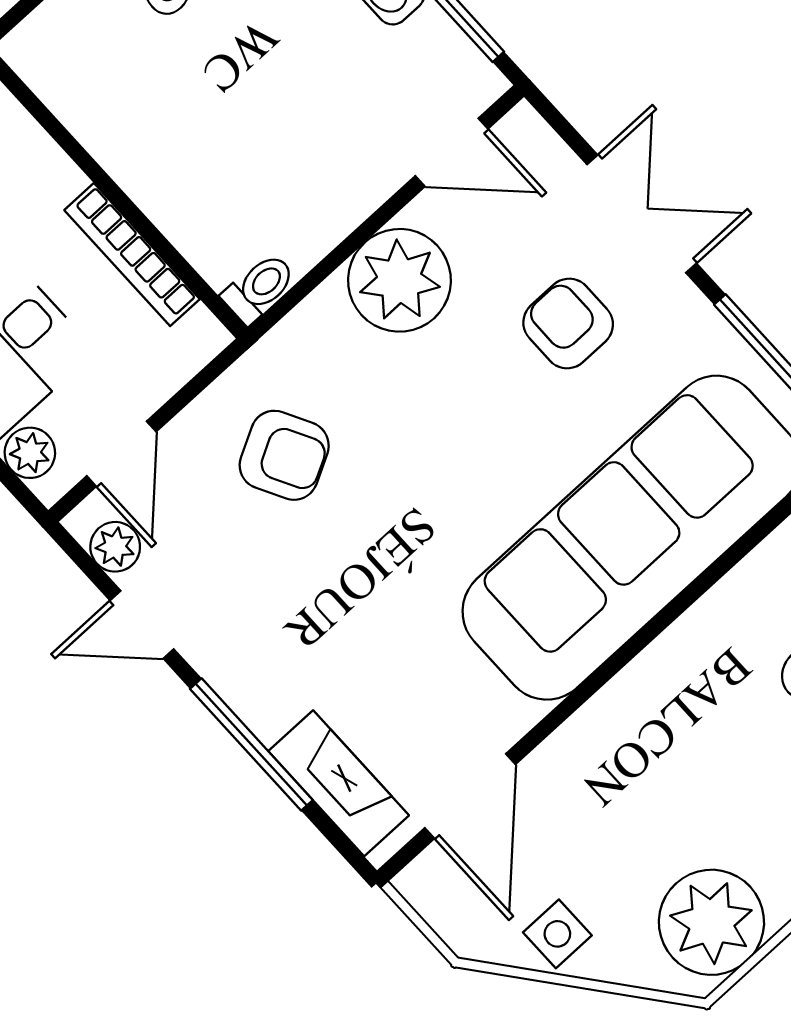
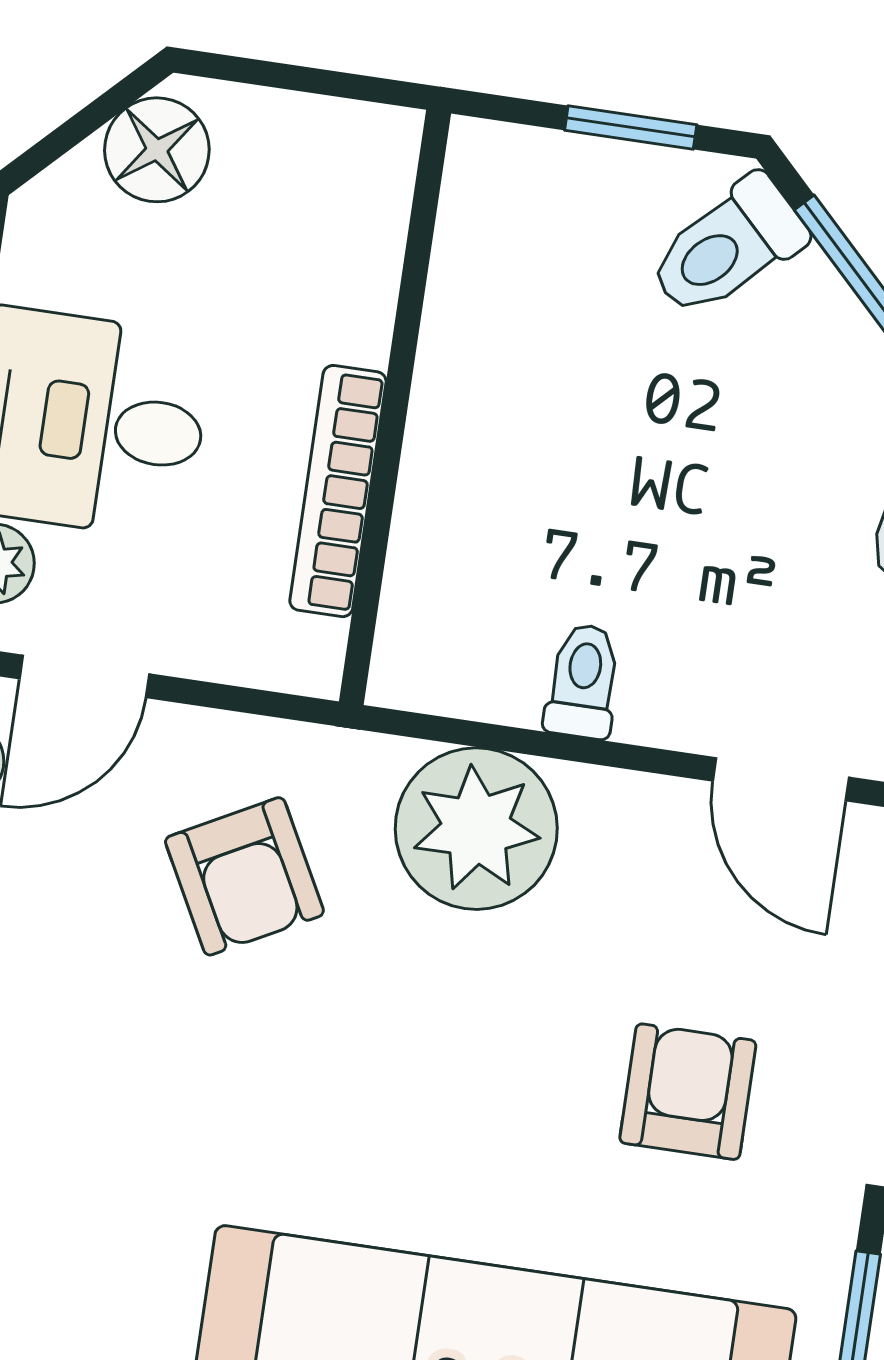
plant: (399, 280) -> (476, 829), moved
toilet: (259, 288) -> (583, 681), moved, turned -90

